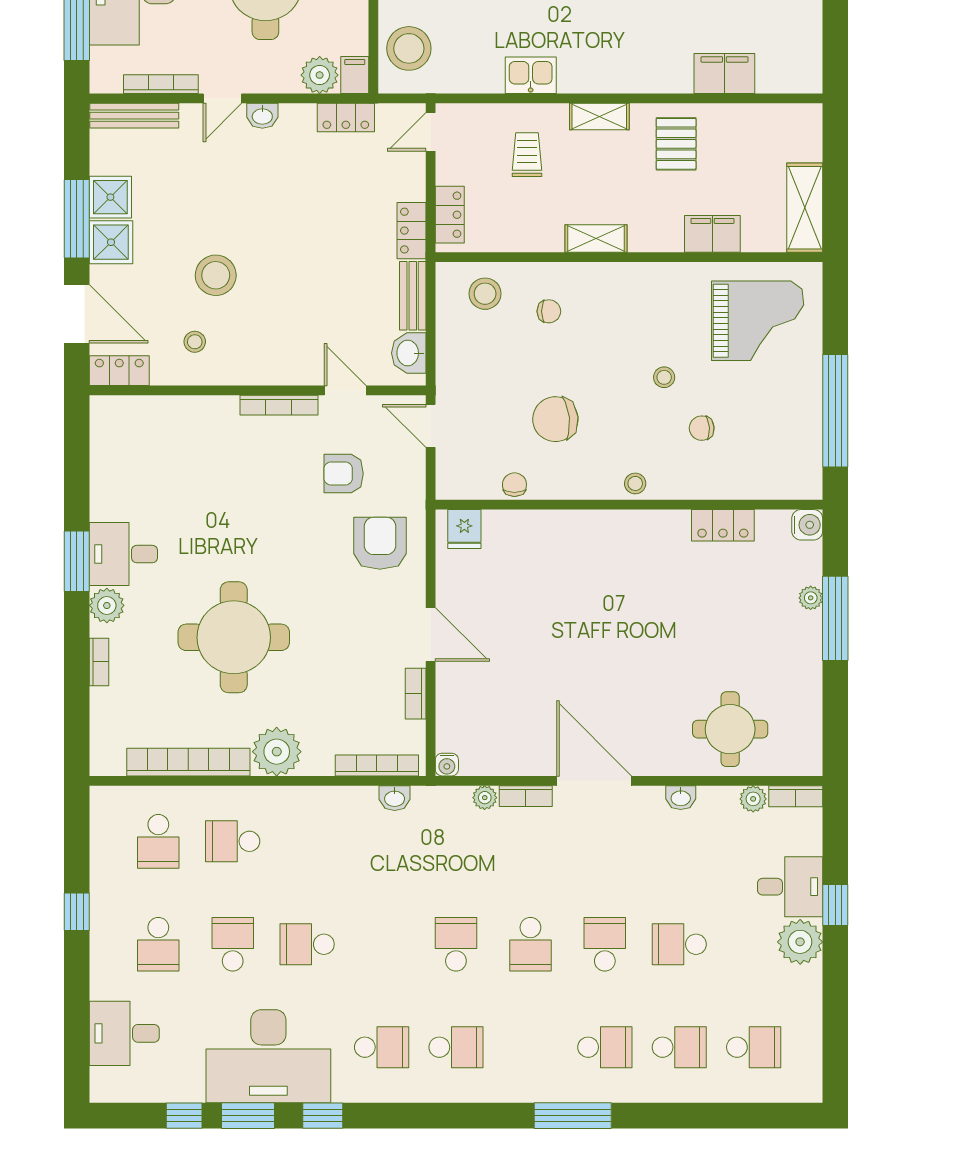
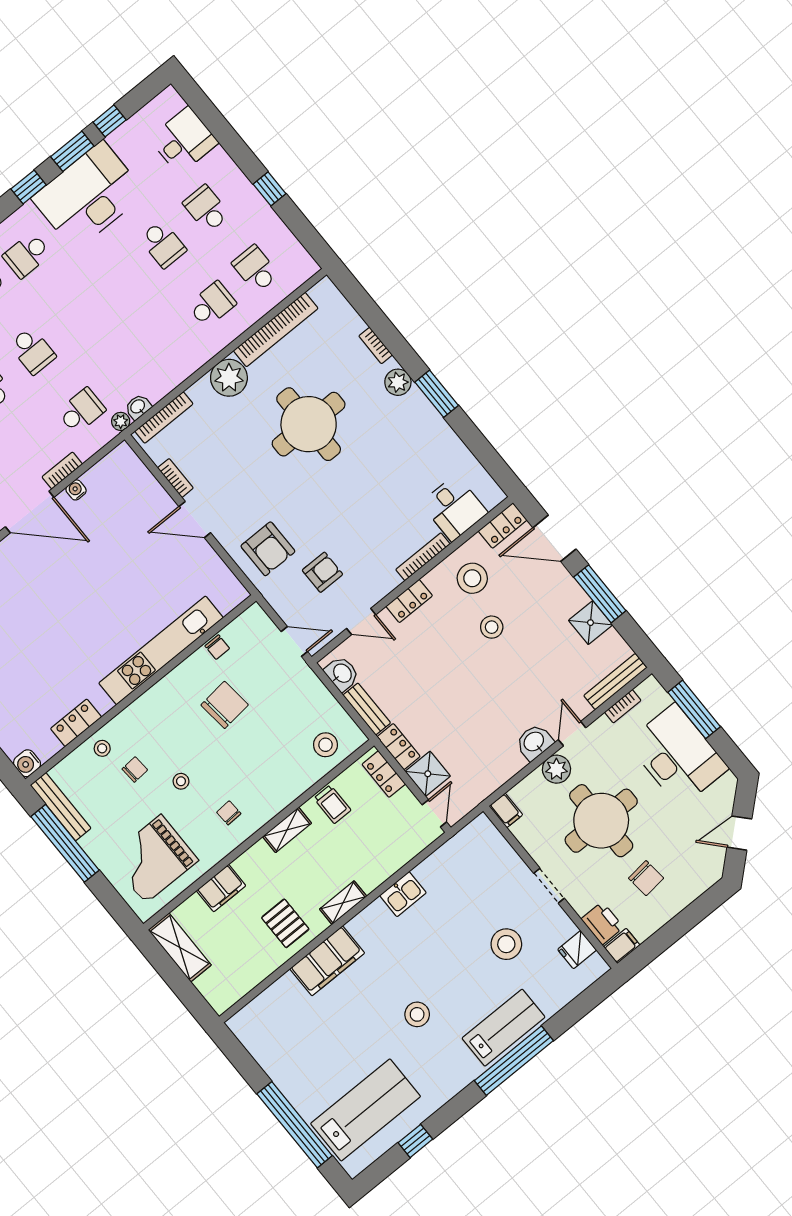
stool: (409, 48) -> (487, 852), removed
filing cabinet: (724, 74) -> (327, 961), moved, width x1.50, depth x1.17
plant: (320, 75) -> (556, 769), moved
bookcase: (161, 84) -> (623, 706), width x0.64
washbasin: (262, 116) -> (534, 742), width x1.38, depth x1.45
locker: (346, 118) -> (409, 601), moved, turned 180
trolley: (527, 155) -> (332, 804), moved
shower: (111, 242) -> (428, 774), moved
stool: (216, 275) -> (492, 627), width x0.73, depth x0.73
chair: (549, 311) -> (229, 813), moved, turned 87
stool: (195, 342) -> (472, 578), width x1.89, depth x1.89
bookcase: (279, 405) -> (423, 557), moved
bench: (809, 452) -> (61, 807), added
stool: (635, 483) -> (102, 748), moved
kitchen unit: (575, 528) -> (161, 650), added
fridge: (464, 529) -> (225, 597), removed
desk: (123, 554) -> (454, 508), moved, turned 90
water cooler: (447, 765) -> (76, 490), moved
plant: (485, 798) -> (121, 421), moved
school desk: (307, 944) -> (81, 411), moved

